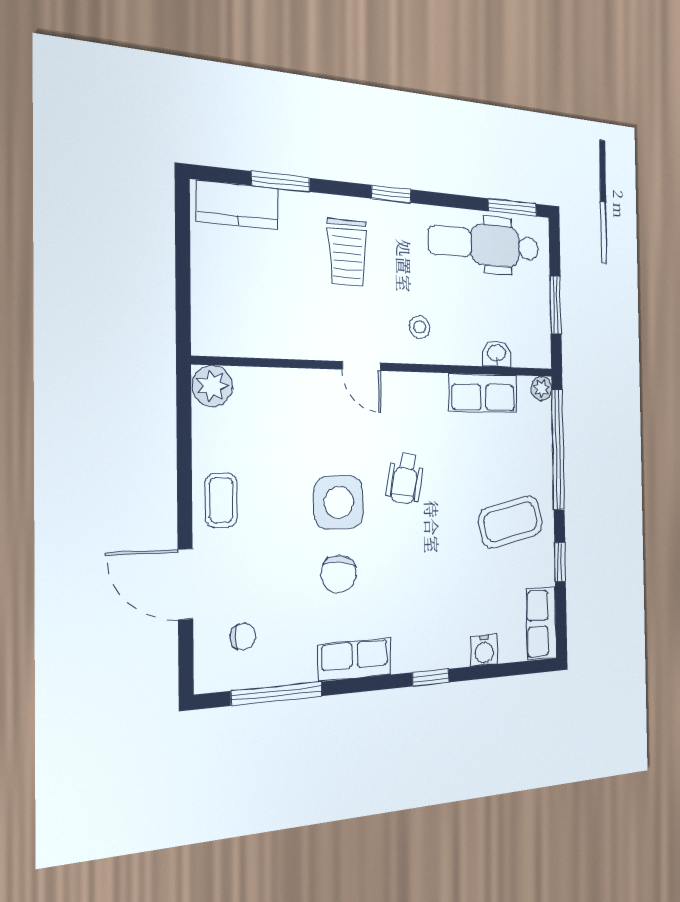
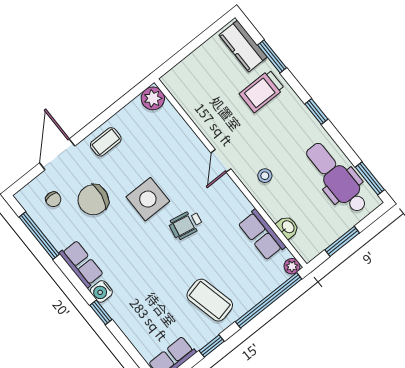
trolley: (347, 252) -> (262, 91), moved
chair: (339, 574) -> (93, 200), moved, width x1.37, depth x1.37
water cooler: (484, 650) -> (101, 291), moved

